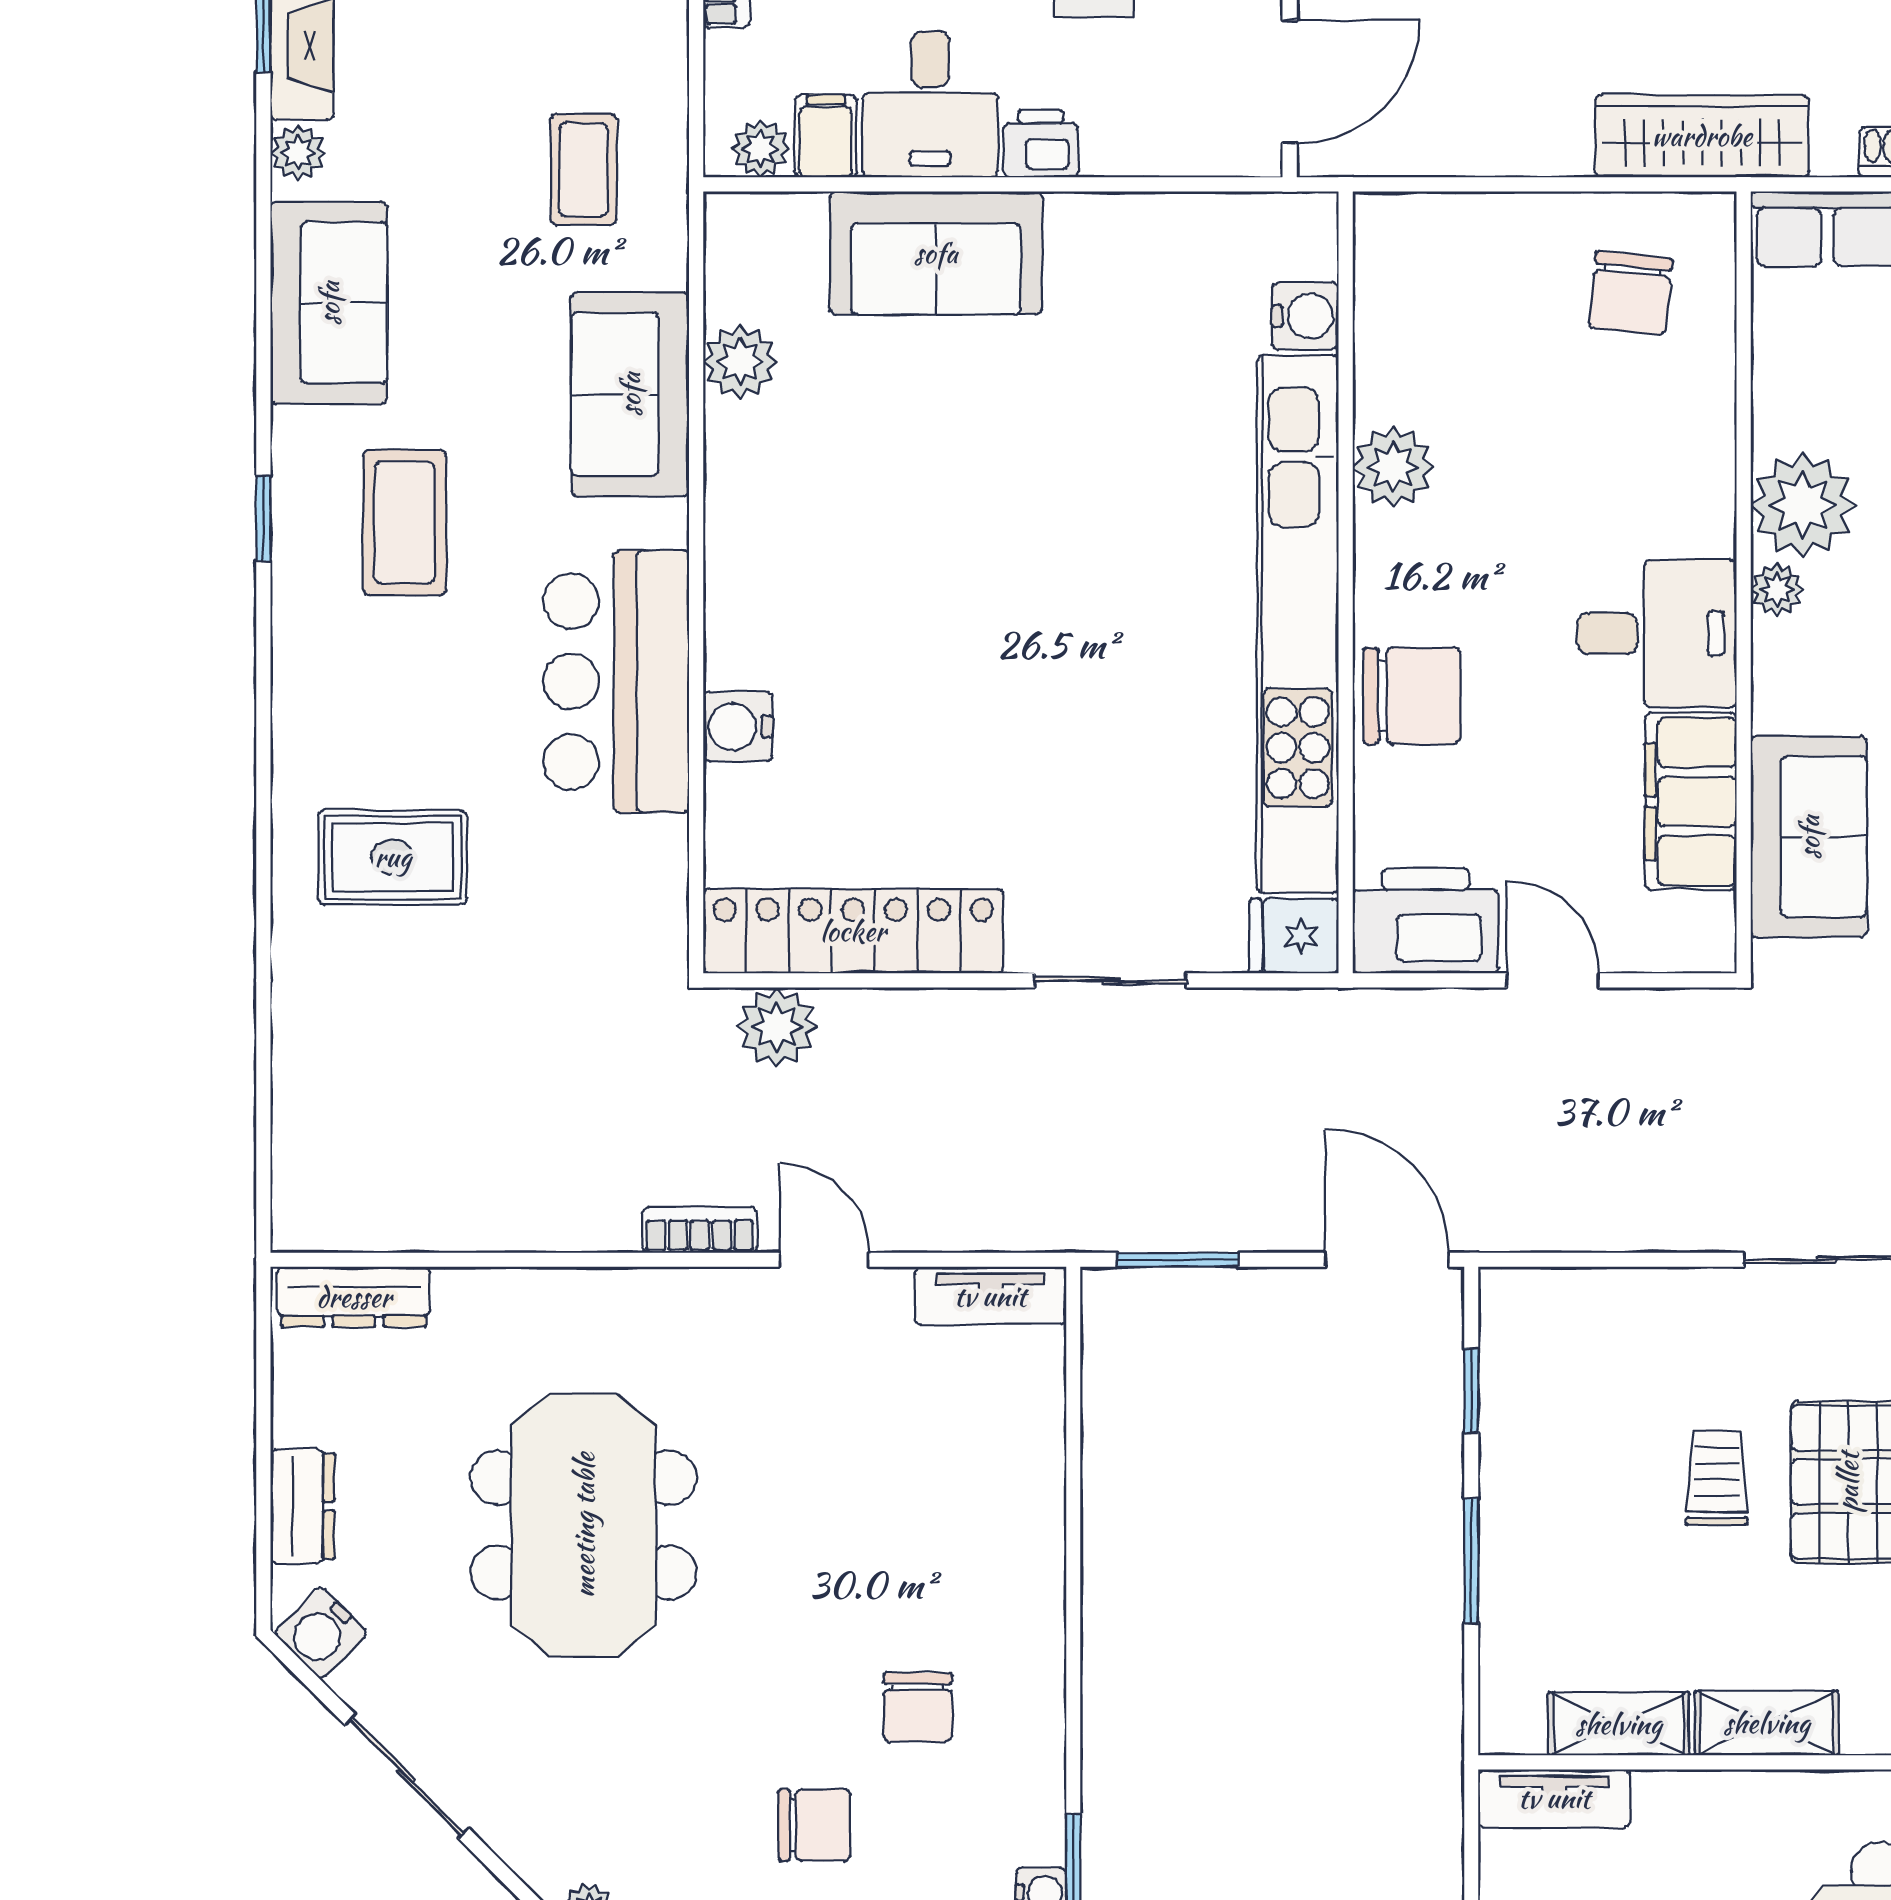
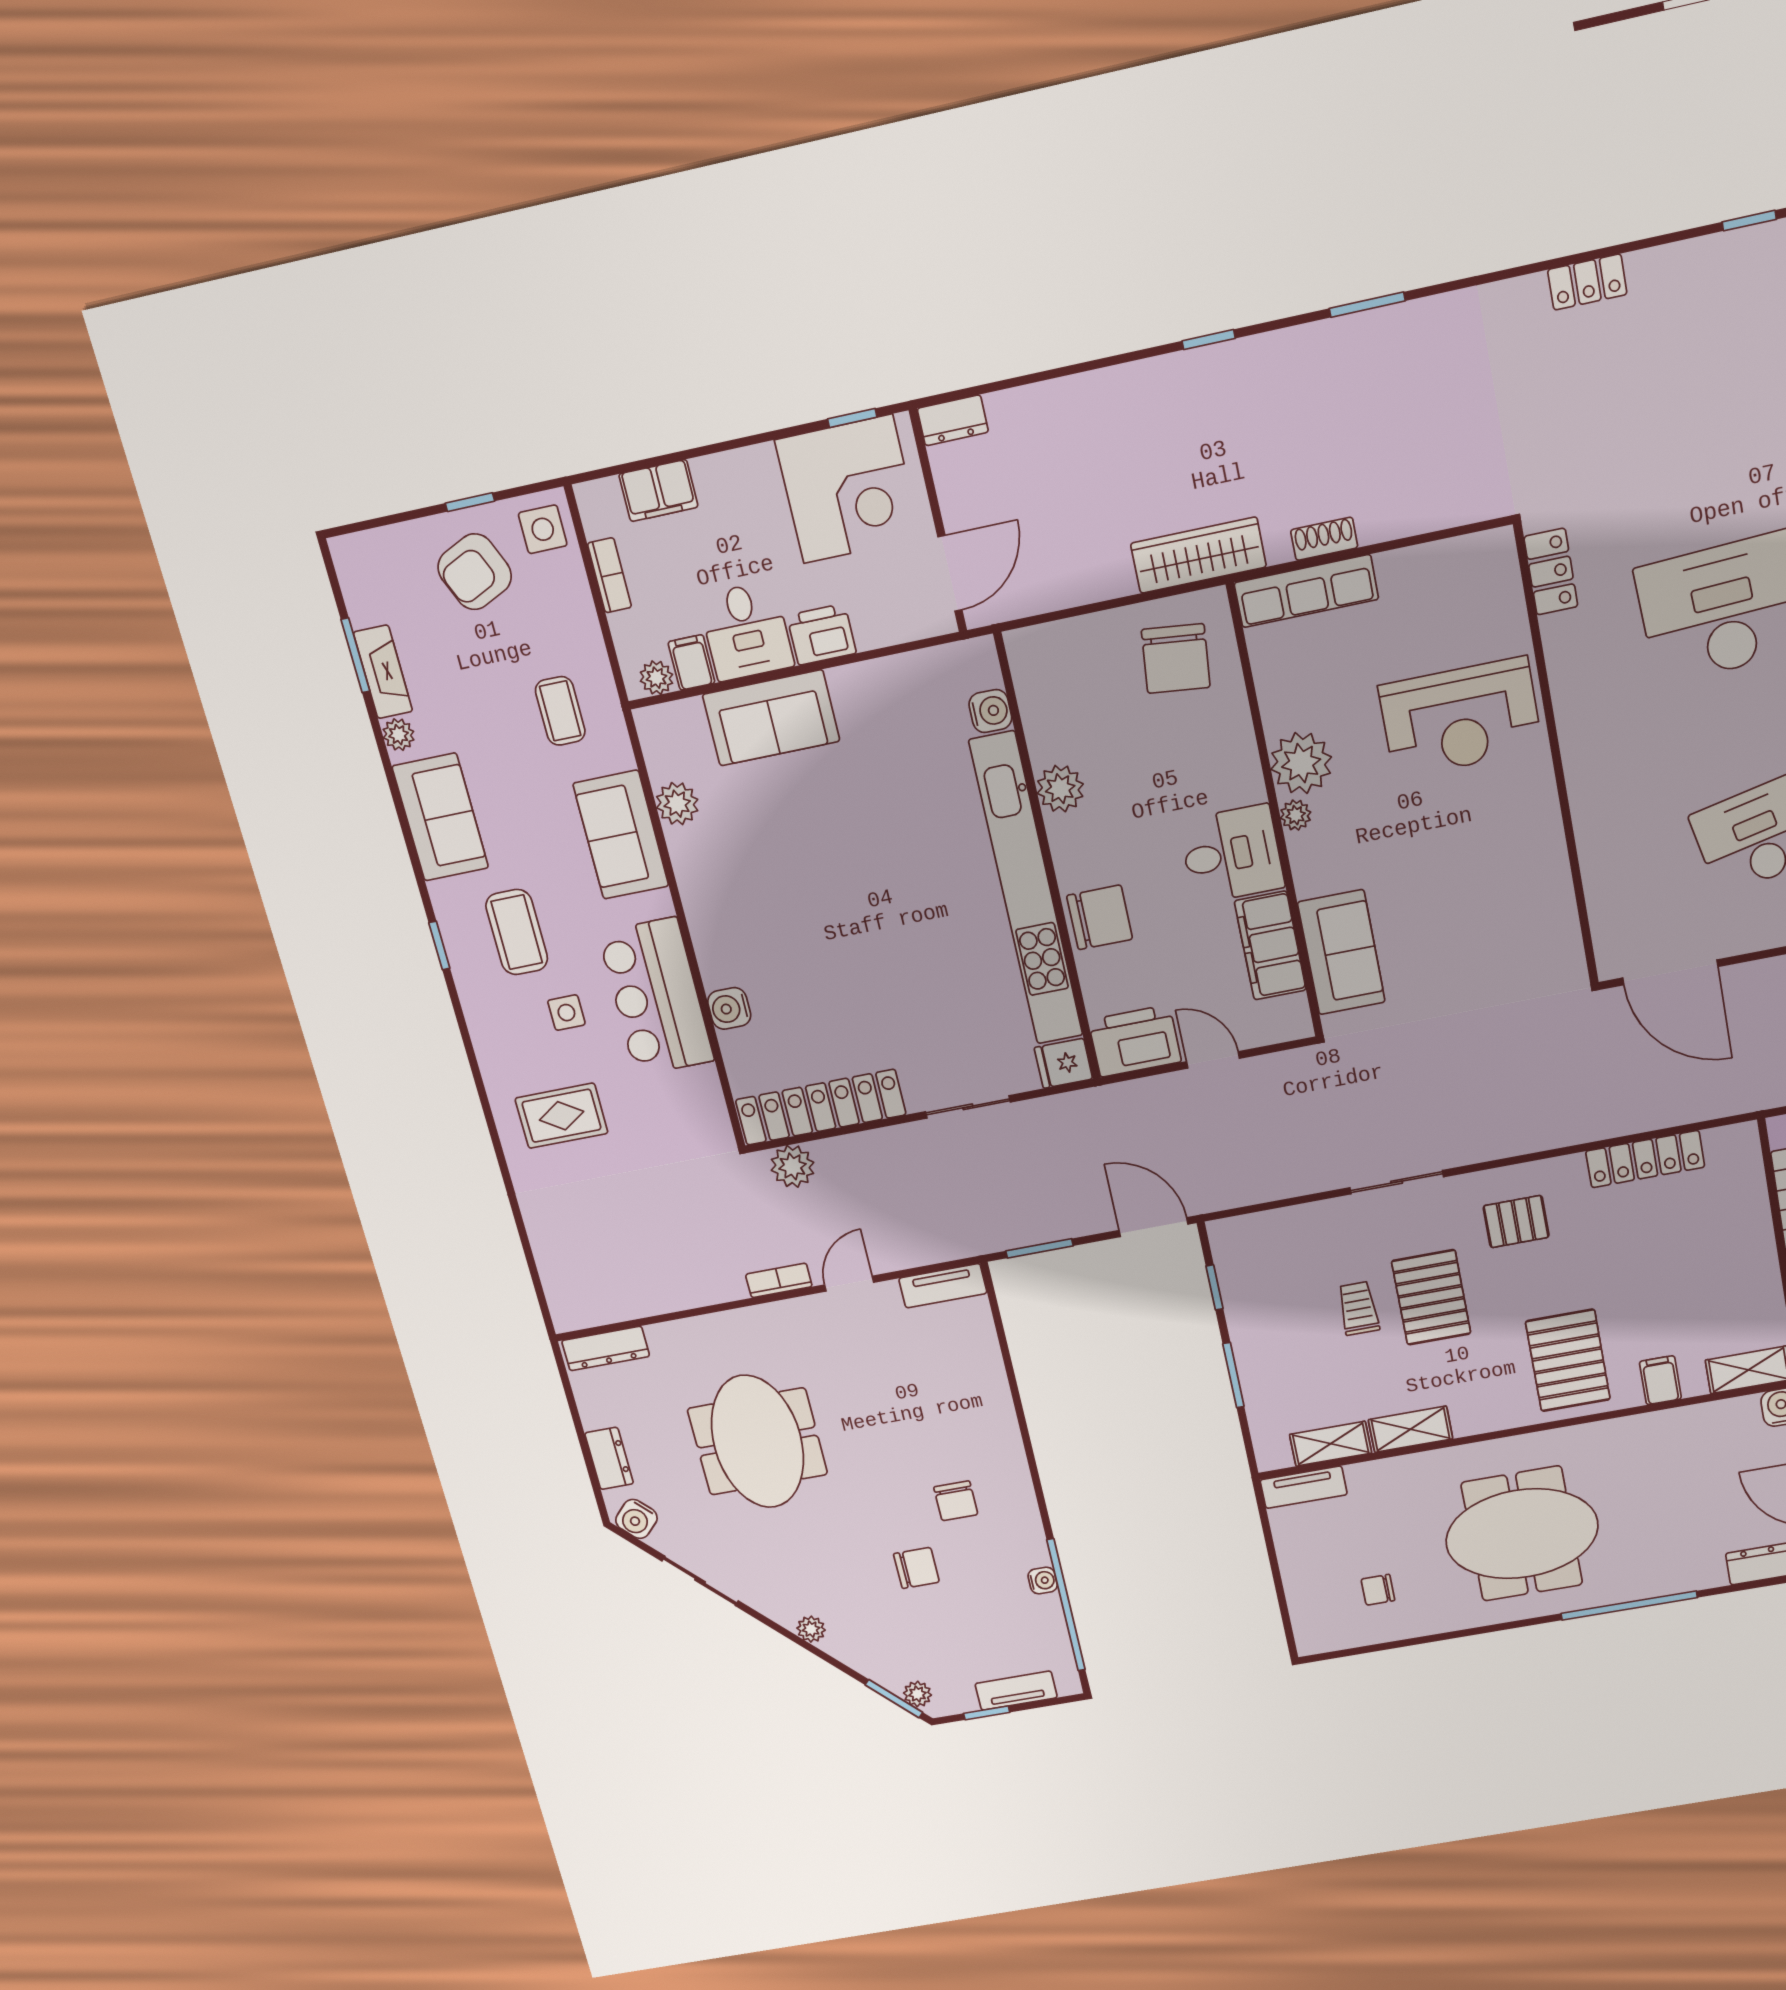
printer: (1041, 144) -> (822, 634), width x1.36, depth x1.24
chair: (1631, 293) -> (1176, 659), width x1.37, depth x1.37
side table: (452, 678) -> (566, 1013), added
door: (824, 1260) -> (849, 1284), hinge flipped

